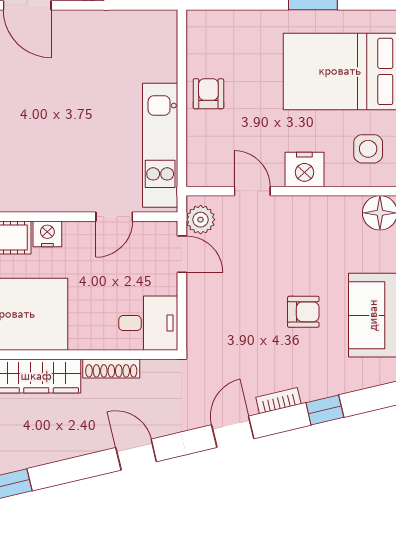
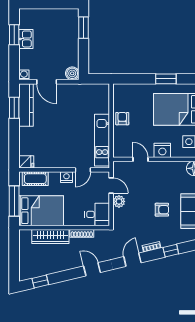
plant: (201, 220) -> (119, 201), moved
nightstand: (47, 234) -> (66, 177), moved

